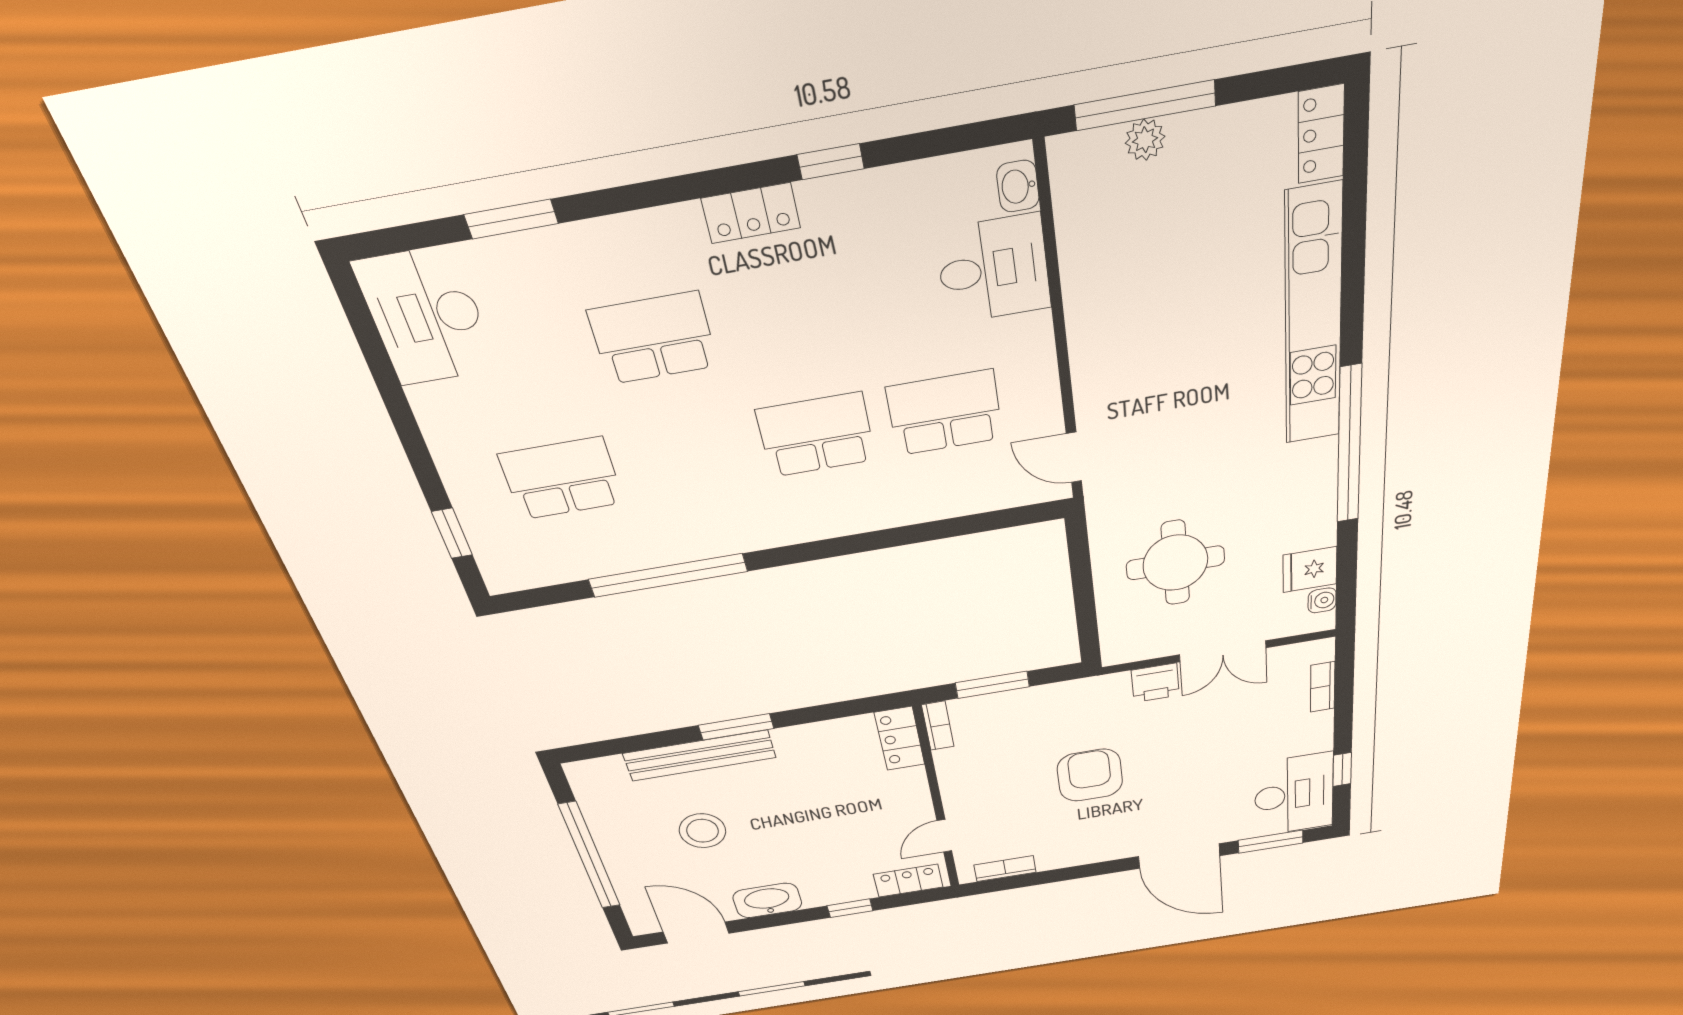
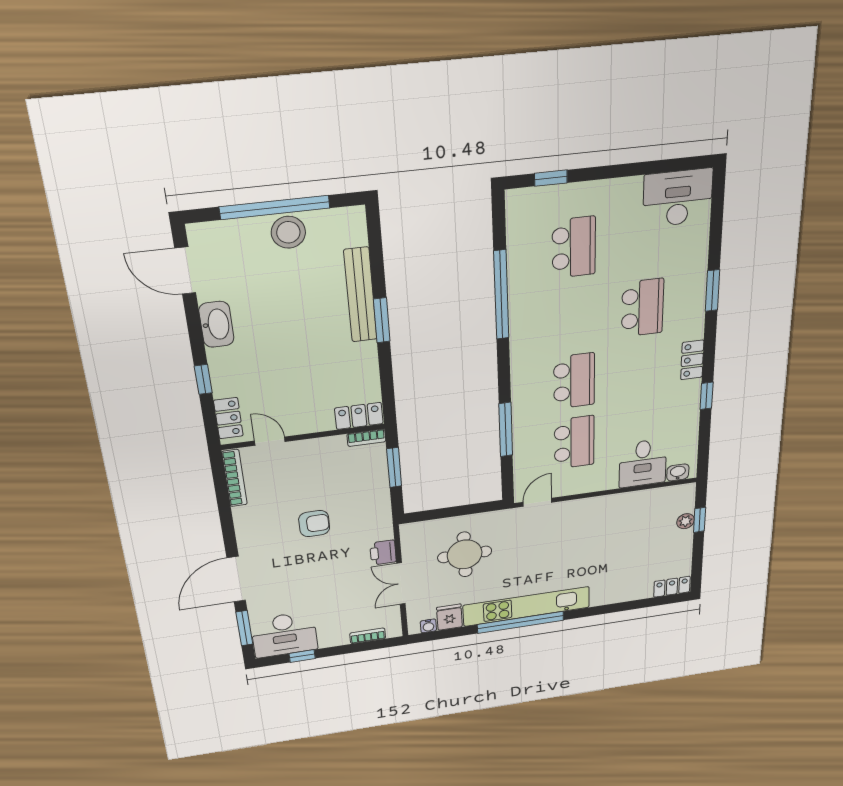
window: (1145, 105) -> (700, 520), width x0.46
window: (511, 219) -> (713, 290), moved
kitchen unit: (1313, 319) -> (527, 606), moved
window: (920, 533) -> (506, 430), added
armchair: (1090, 775) -> (314, 524), width x0.72, depth x0.72
stool: (703, 831) -> (288, 232), moved
bookcase: (1005, 869) -> (235, 478), width x1.56
door: (696, 933) -> (185, 271), swing flipped

